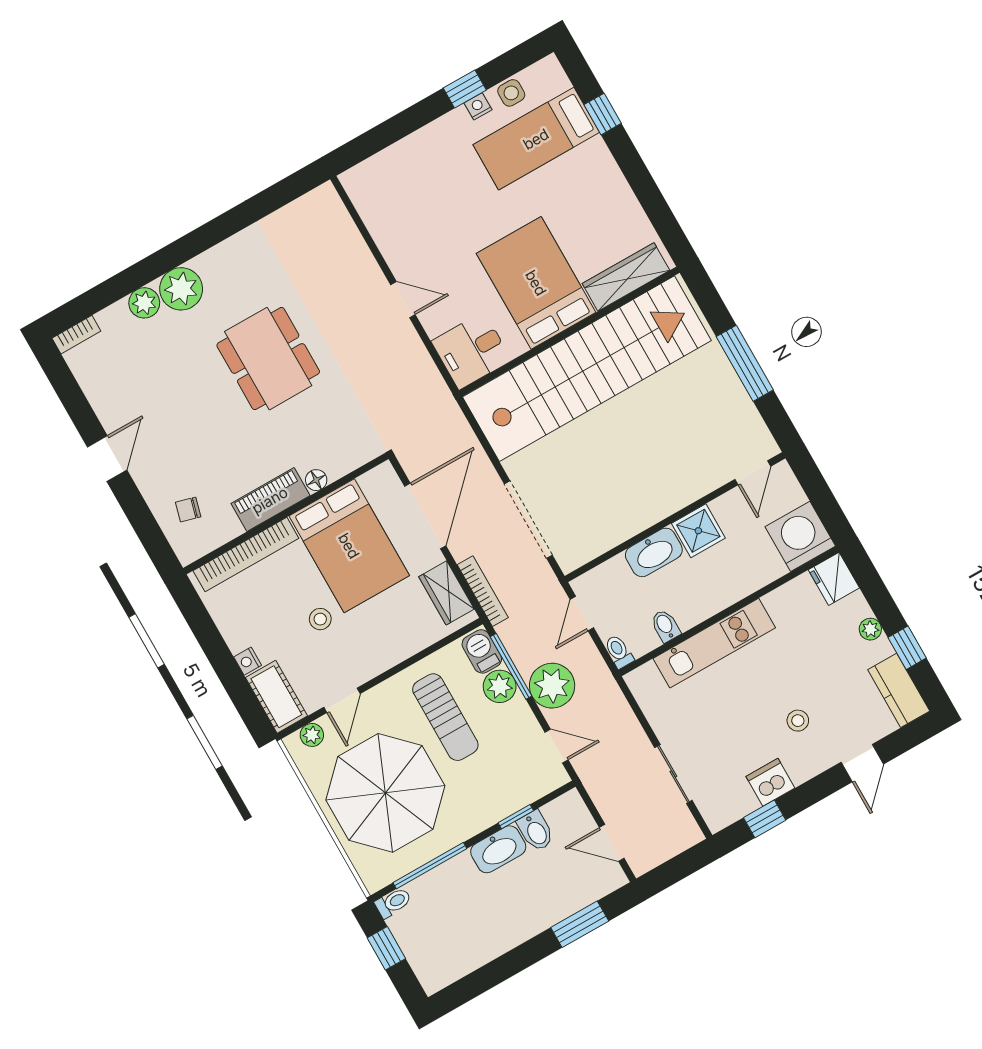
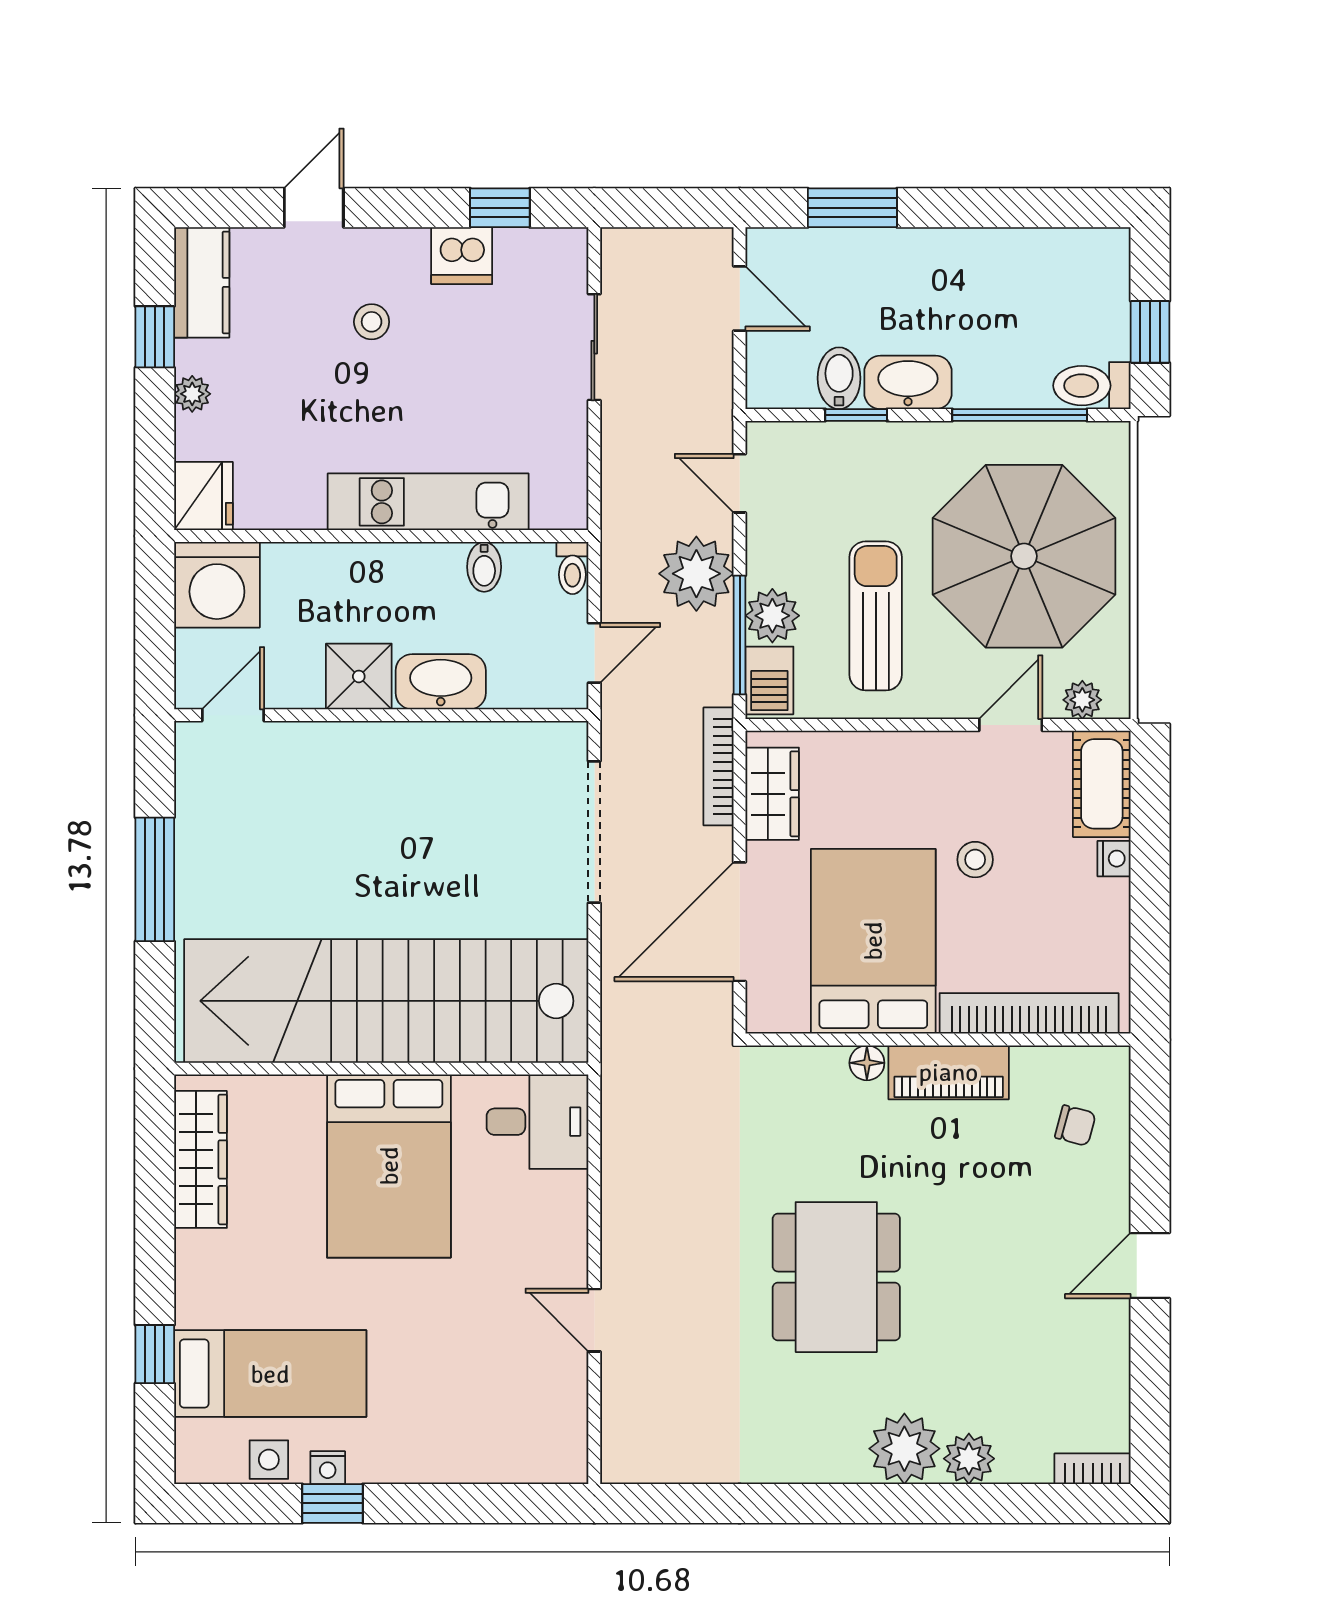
wardrobe: (626, 277) -> (200, 1159), moved, turned -90
door: (403, 300) -> (594, 1320), moved
toilet: (393, 903) -> (1092, 386), width x1.37, depth x1.39

